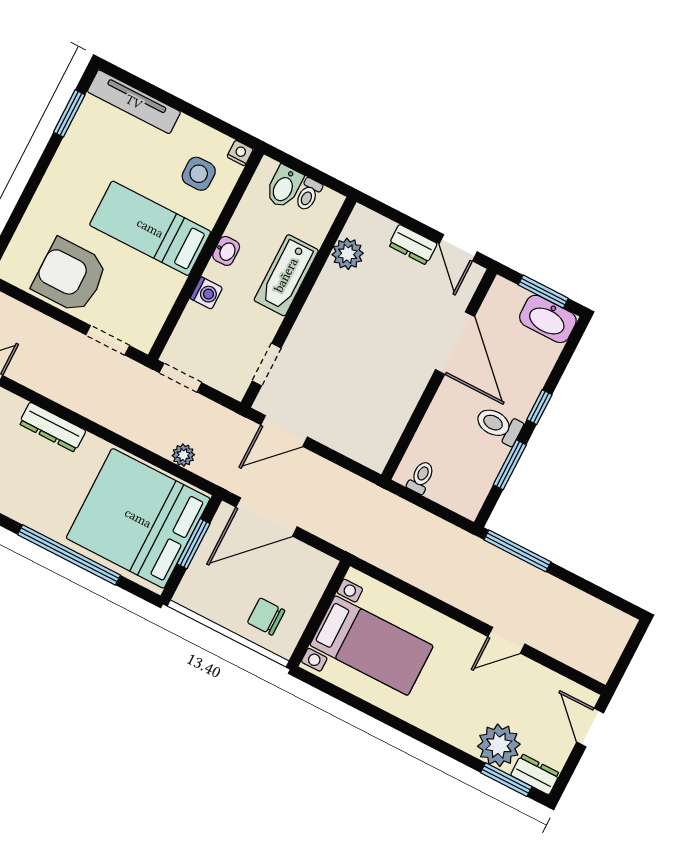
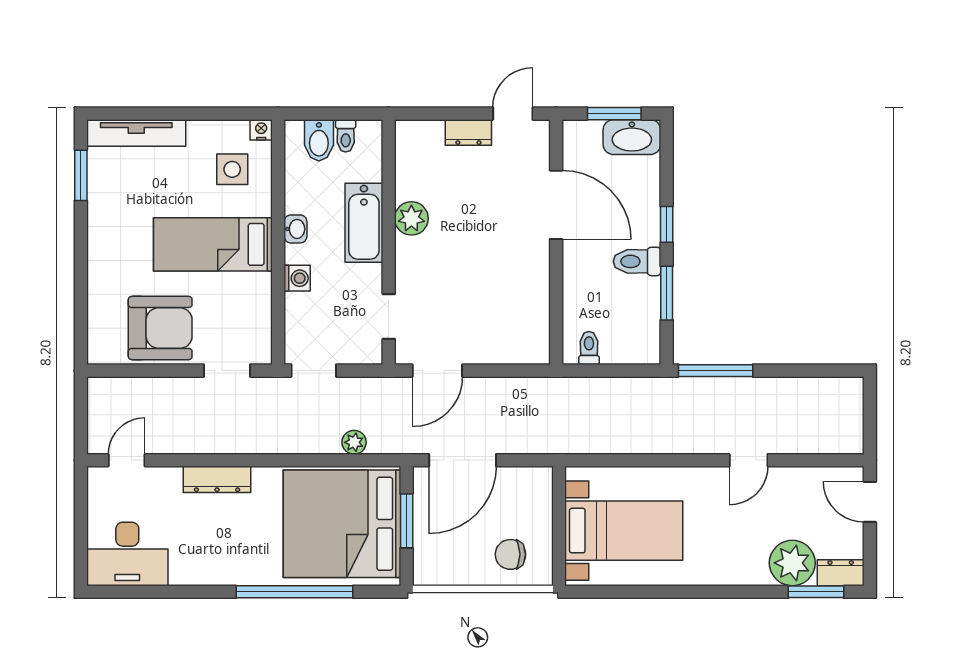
door: (458, 248) -> (513, 114), swing flipped
plant: (348, 254) -> (411, 218), moved
armchair: (70, 276) -> (160, 328), turned 180

